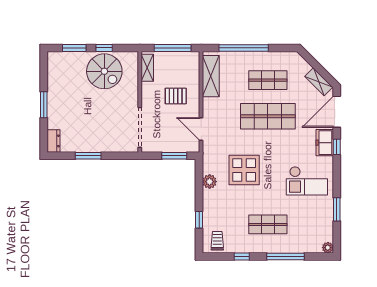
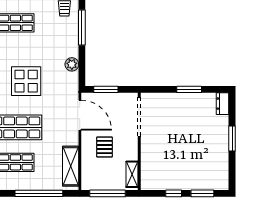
spiral stairs: (104, 71) -> (173, 171), removed
pallet: (176, 96) -> (104, 147), turned 90
door: (201, 129) -> (80, 115), width x1.36
display table: (244, 170) -> (26, 81), moved
window: (199, 220) -> (82, 27), width x2.17

